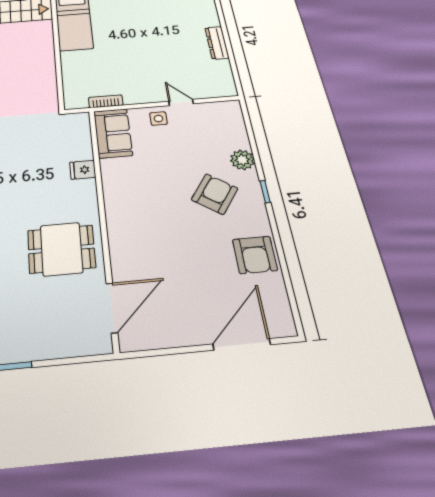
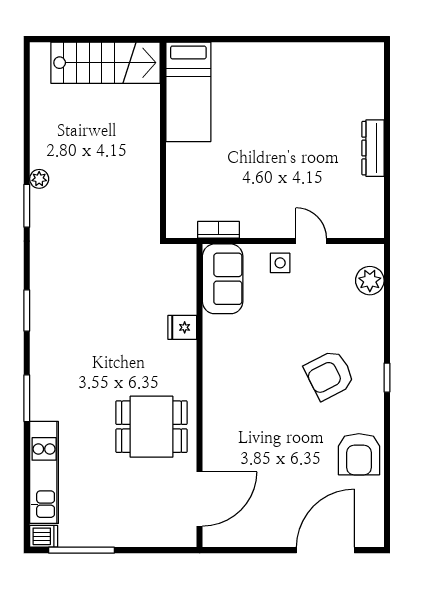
plant: (242, 160) -> (370, 281), moved
armchair: (215, 194) -> (329, 375), turned -152

